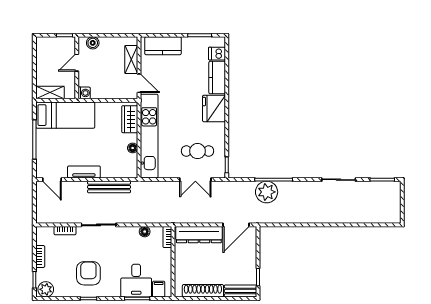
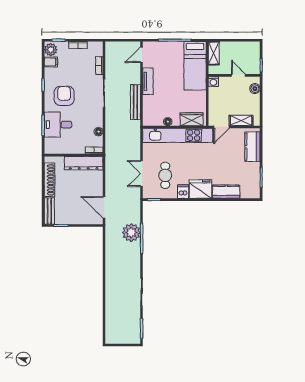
dishwasher: (217, 54) -> (183, 192), moved
dresser: (199, 235) -> (84, 163), moved, turned -90
armchair: (88, 273) -> (64, 96), moved, turned -90
filing cabinet: (159, 289) -> (51, 62), moved

